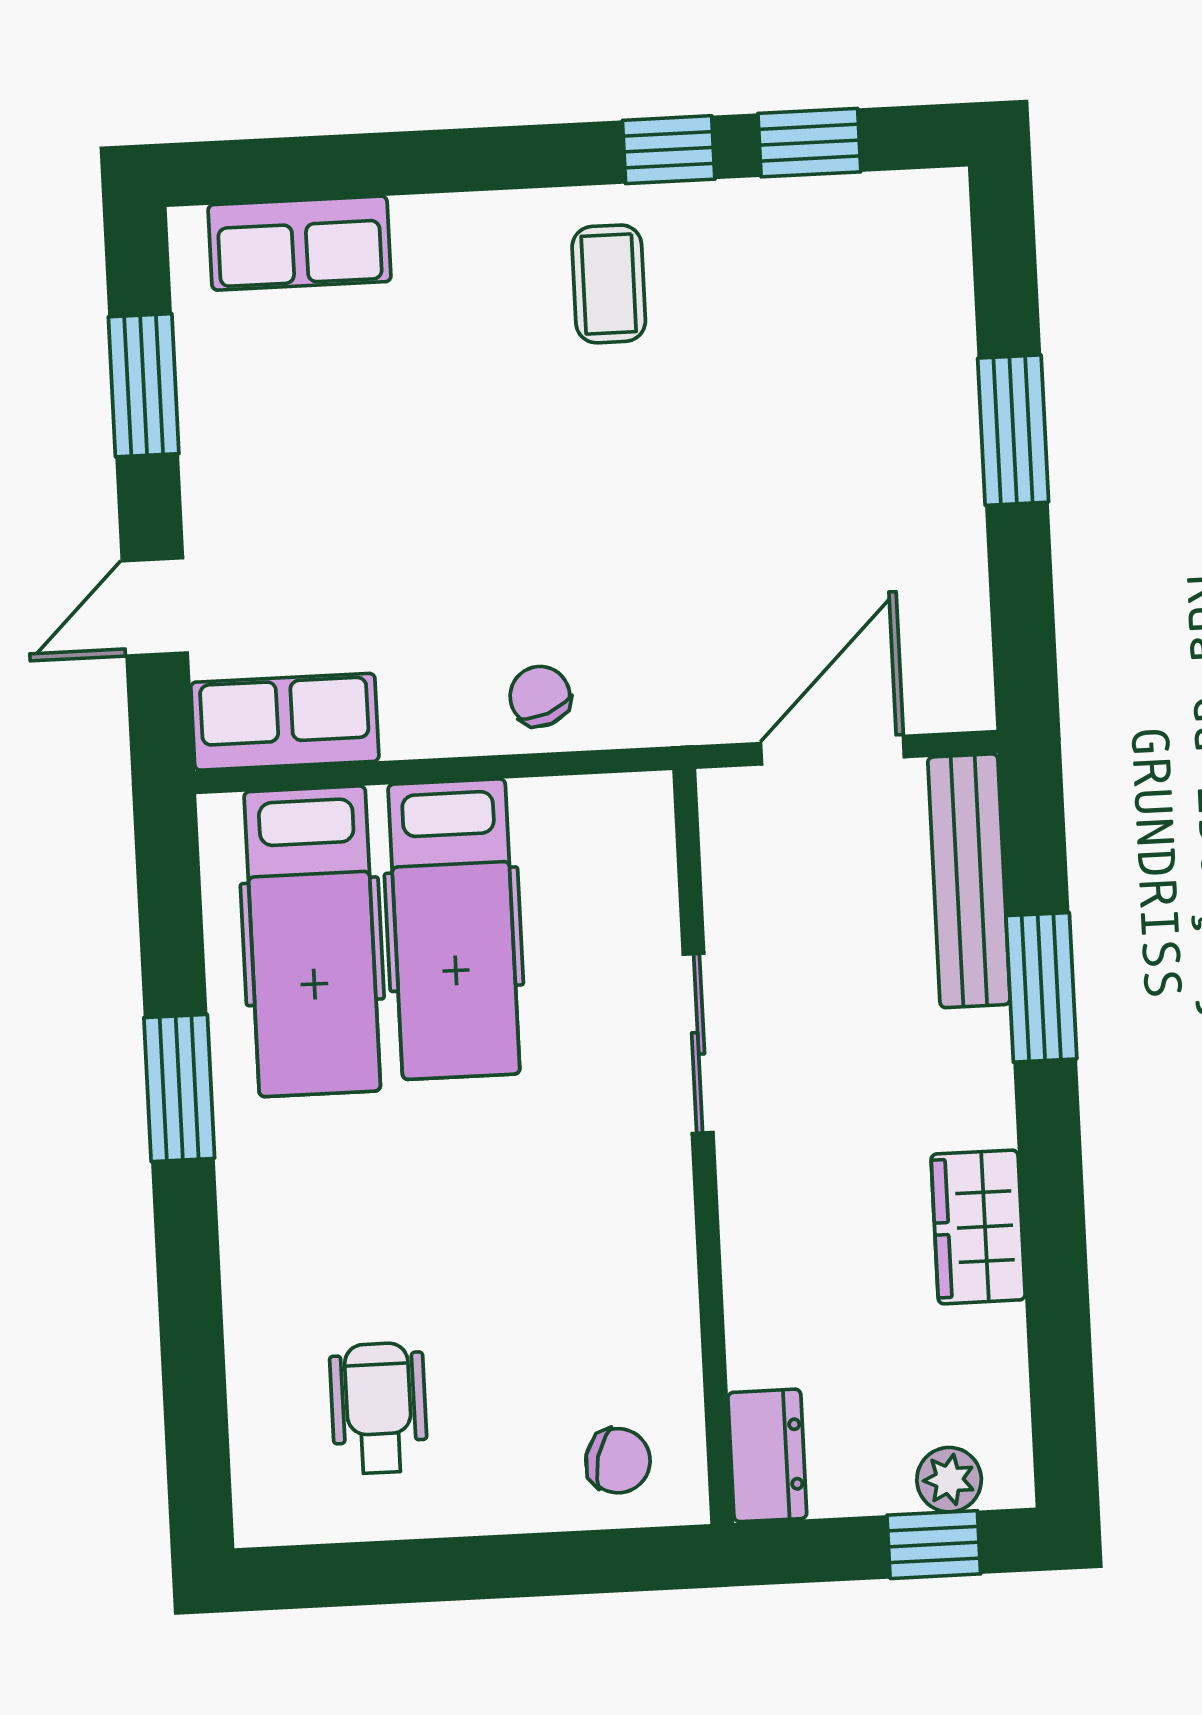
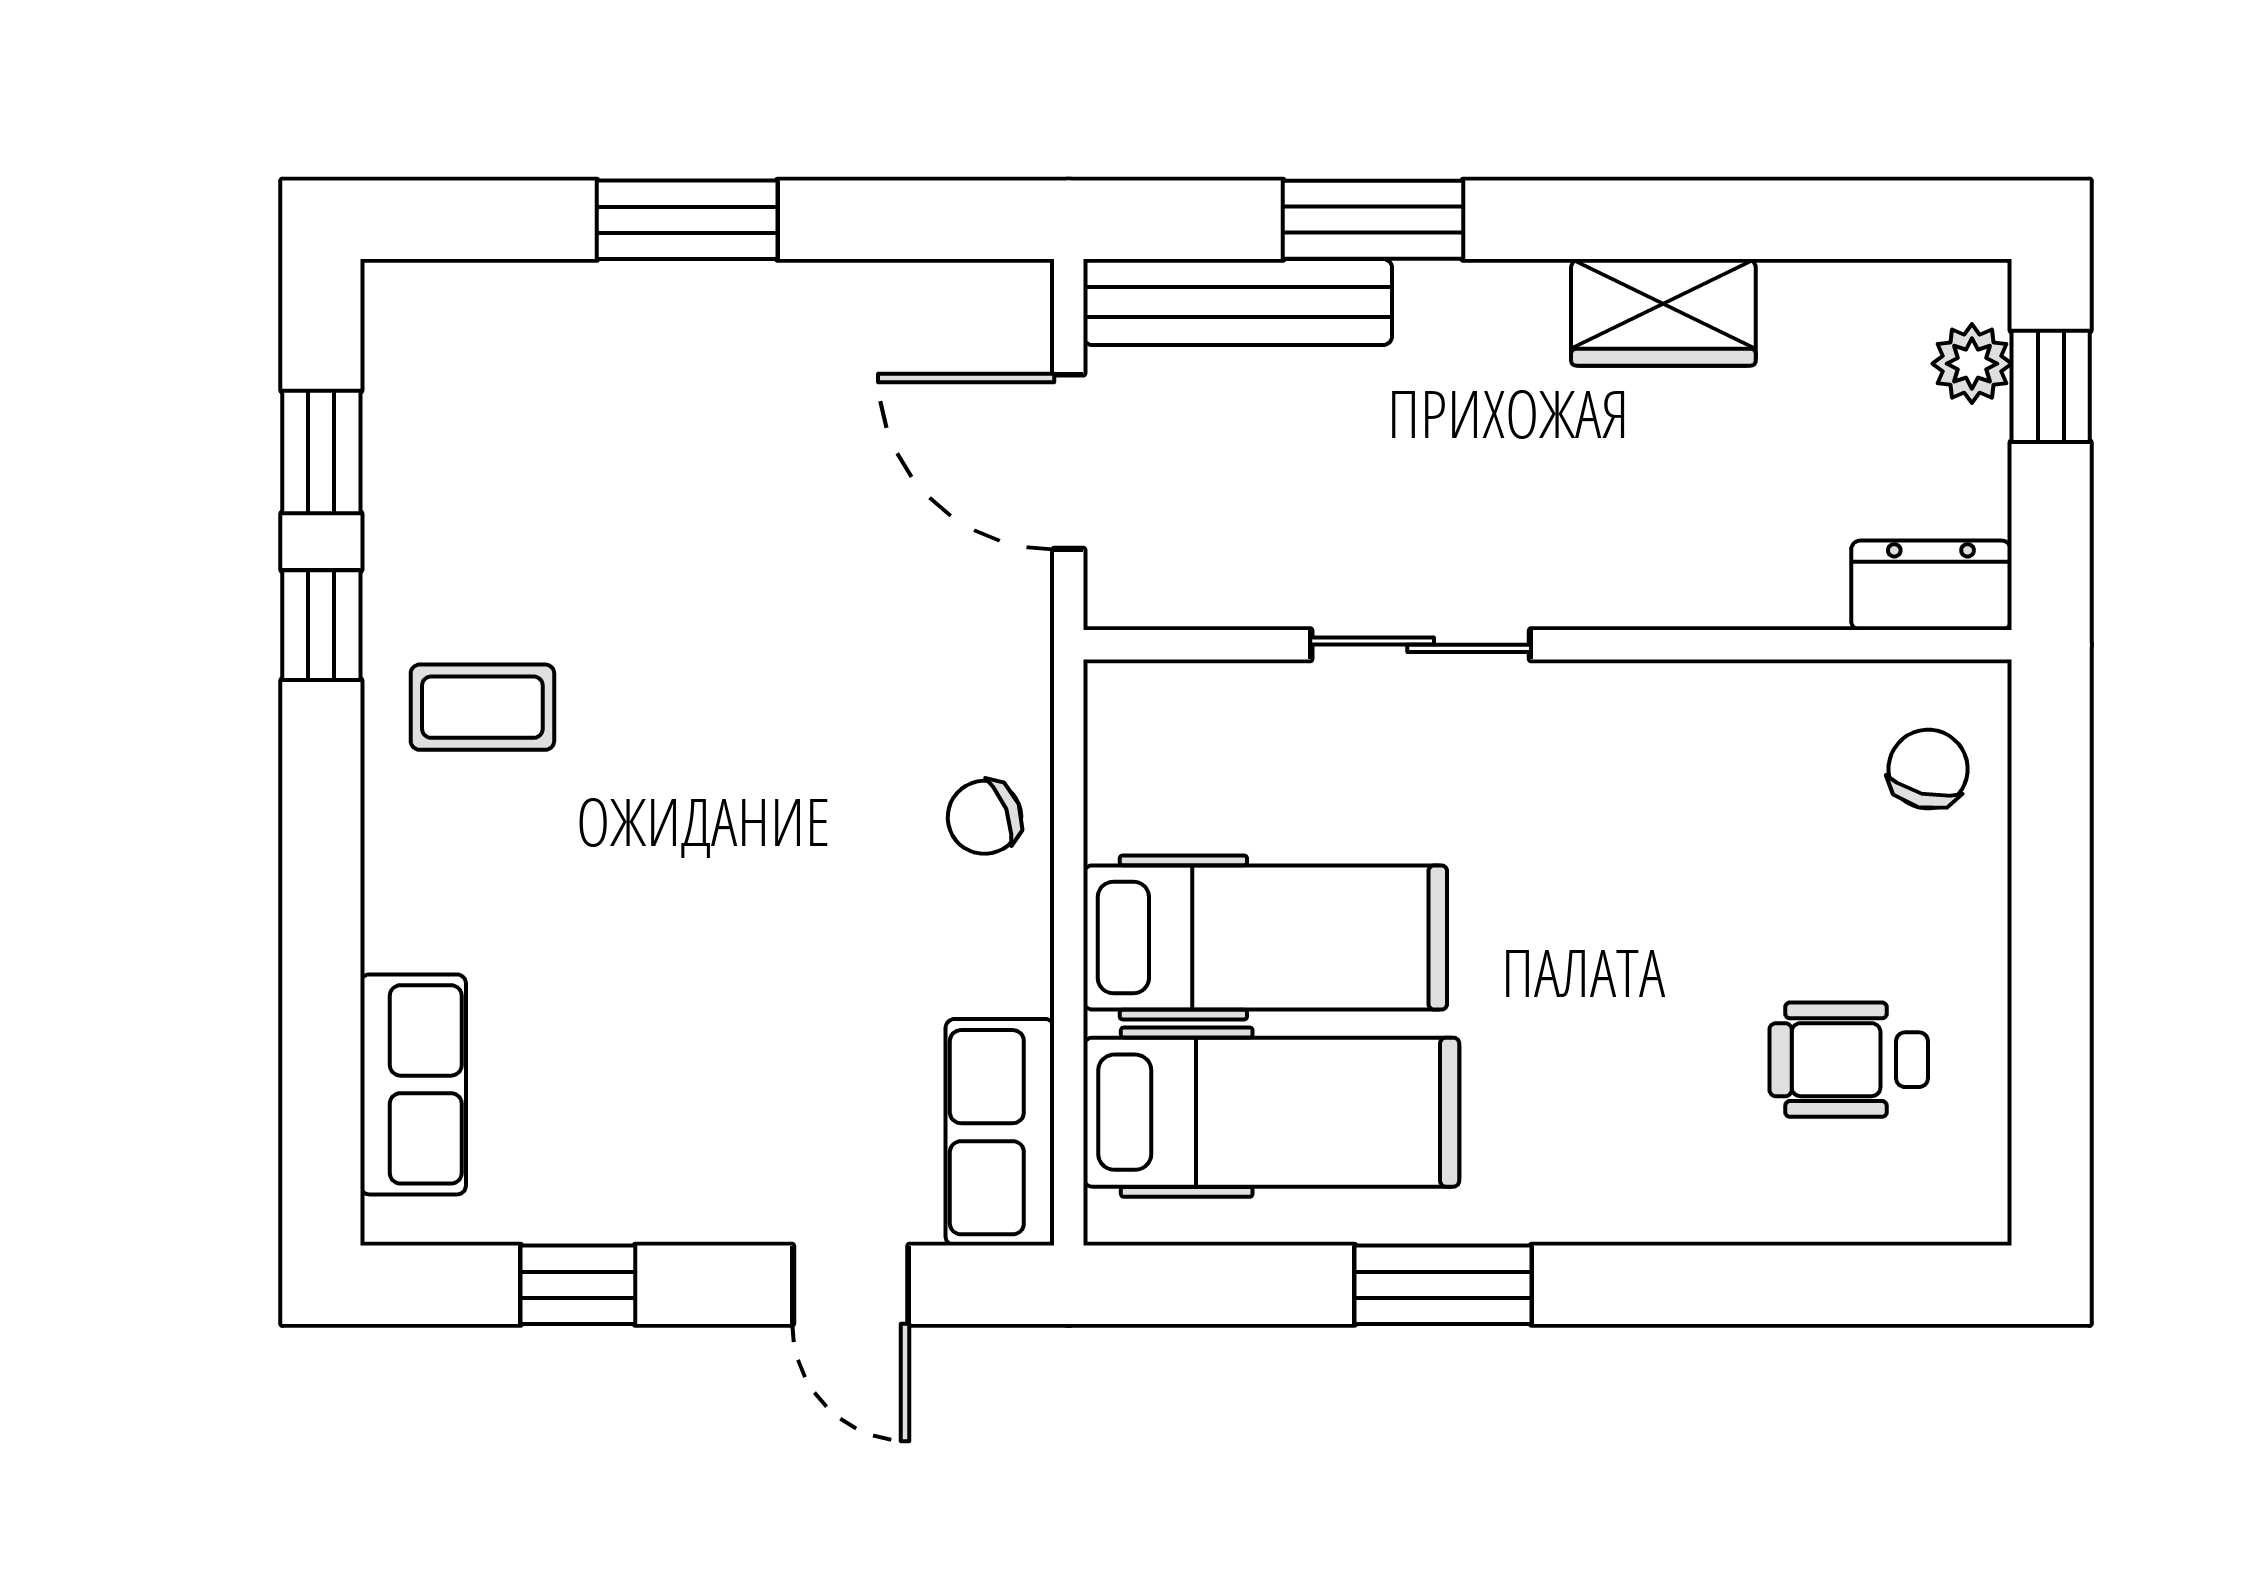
window: (144, 385) -> (578, 1285), width x0.67

